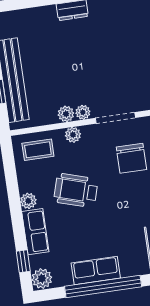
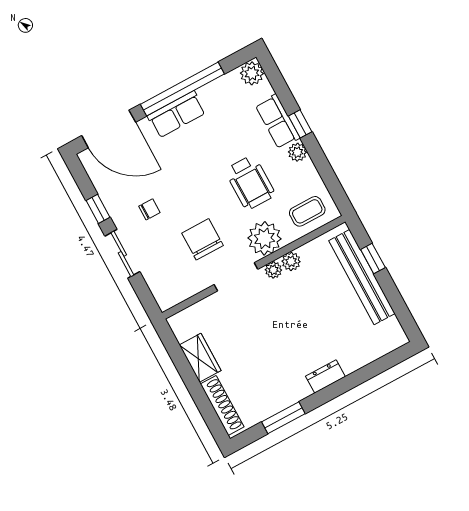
plant: (73, 135) -> (264, 238), width x1.88, depth x1.88
wheelchair: (76, 190) -> (250, 182), turned 73
window: (23, 261) -> (300, 124), moved
row of seats: (96, 270) -> (177, 114), moved

